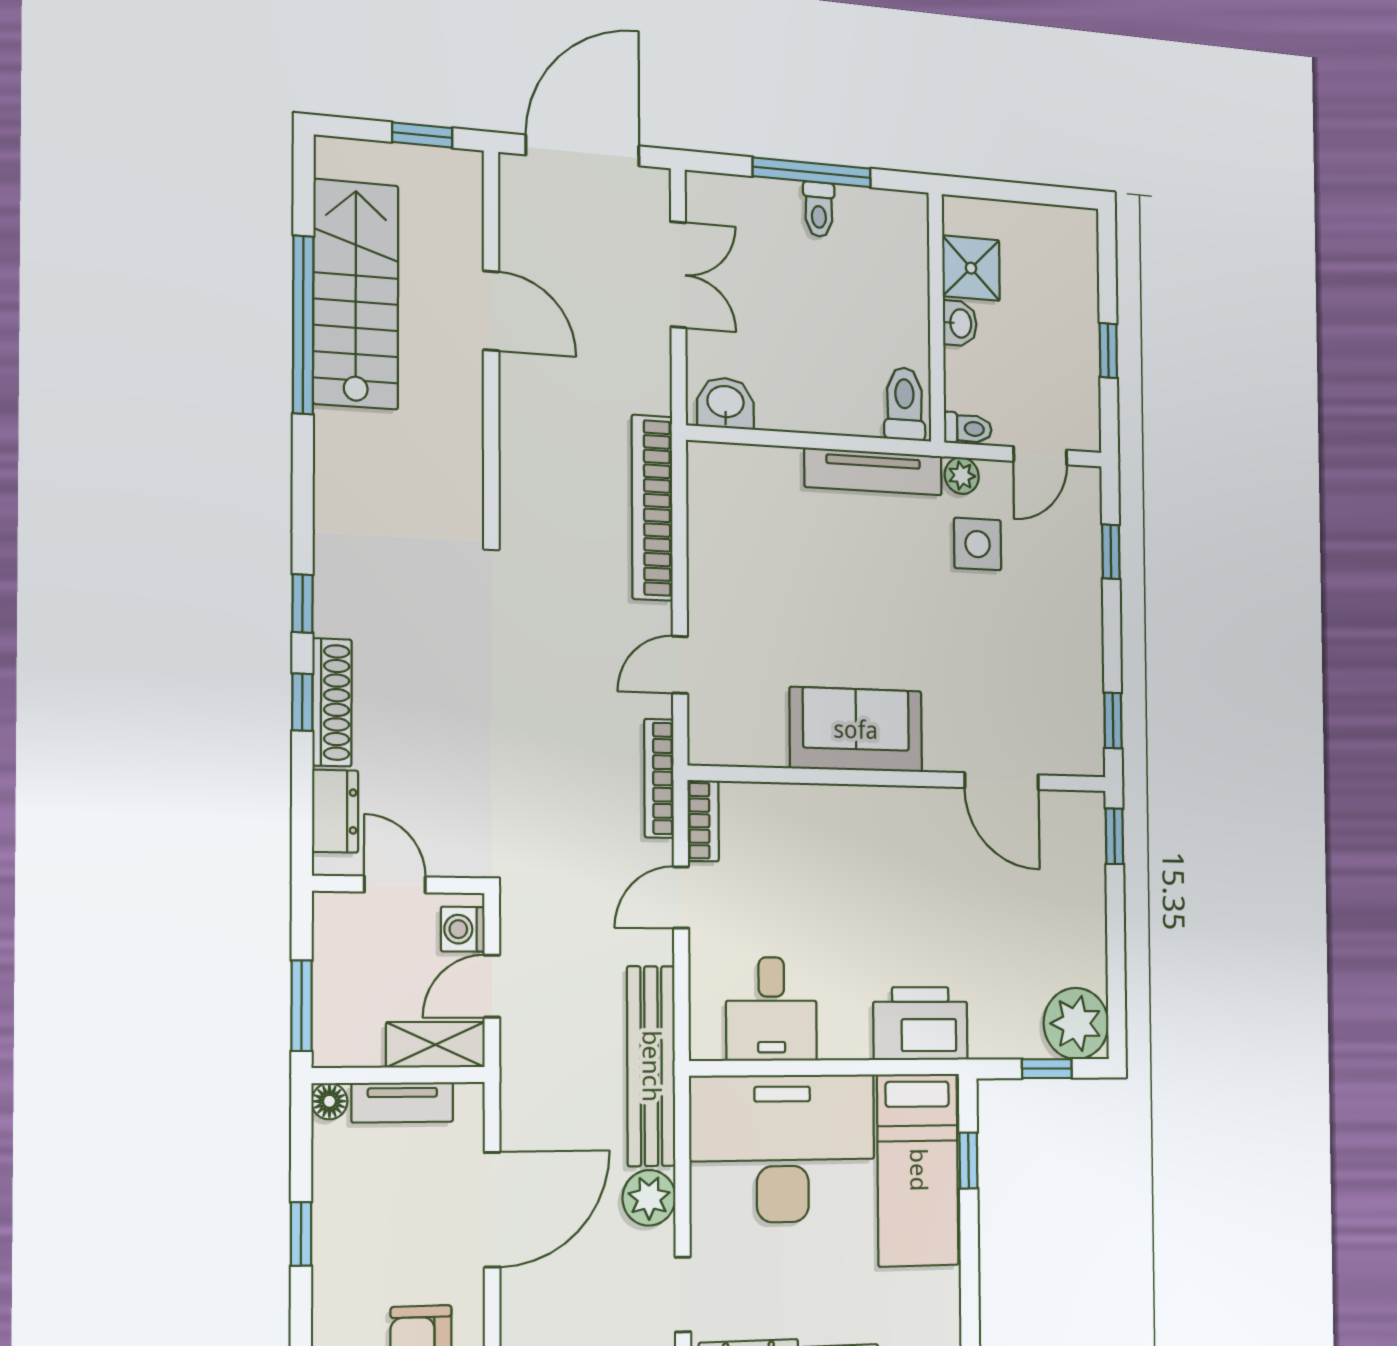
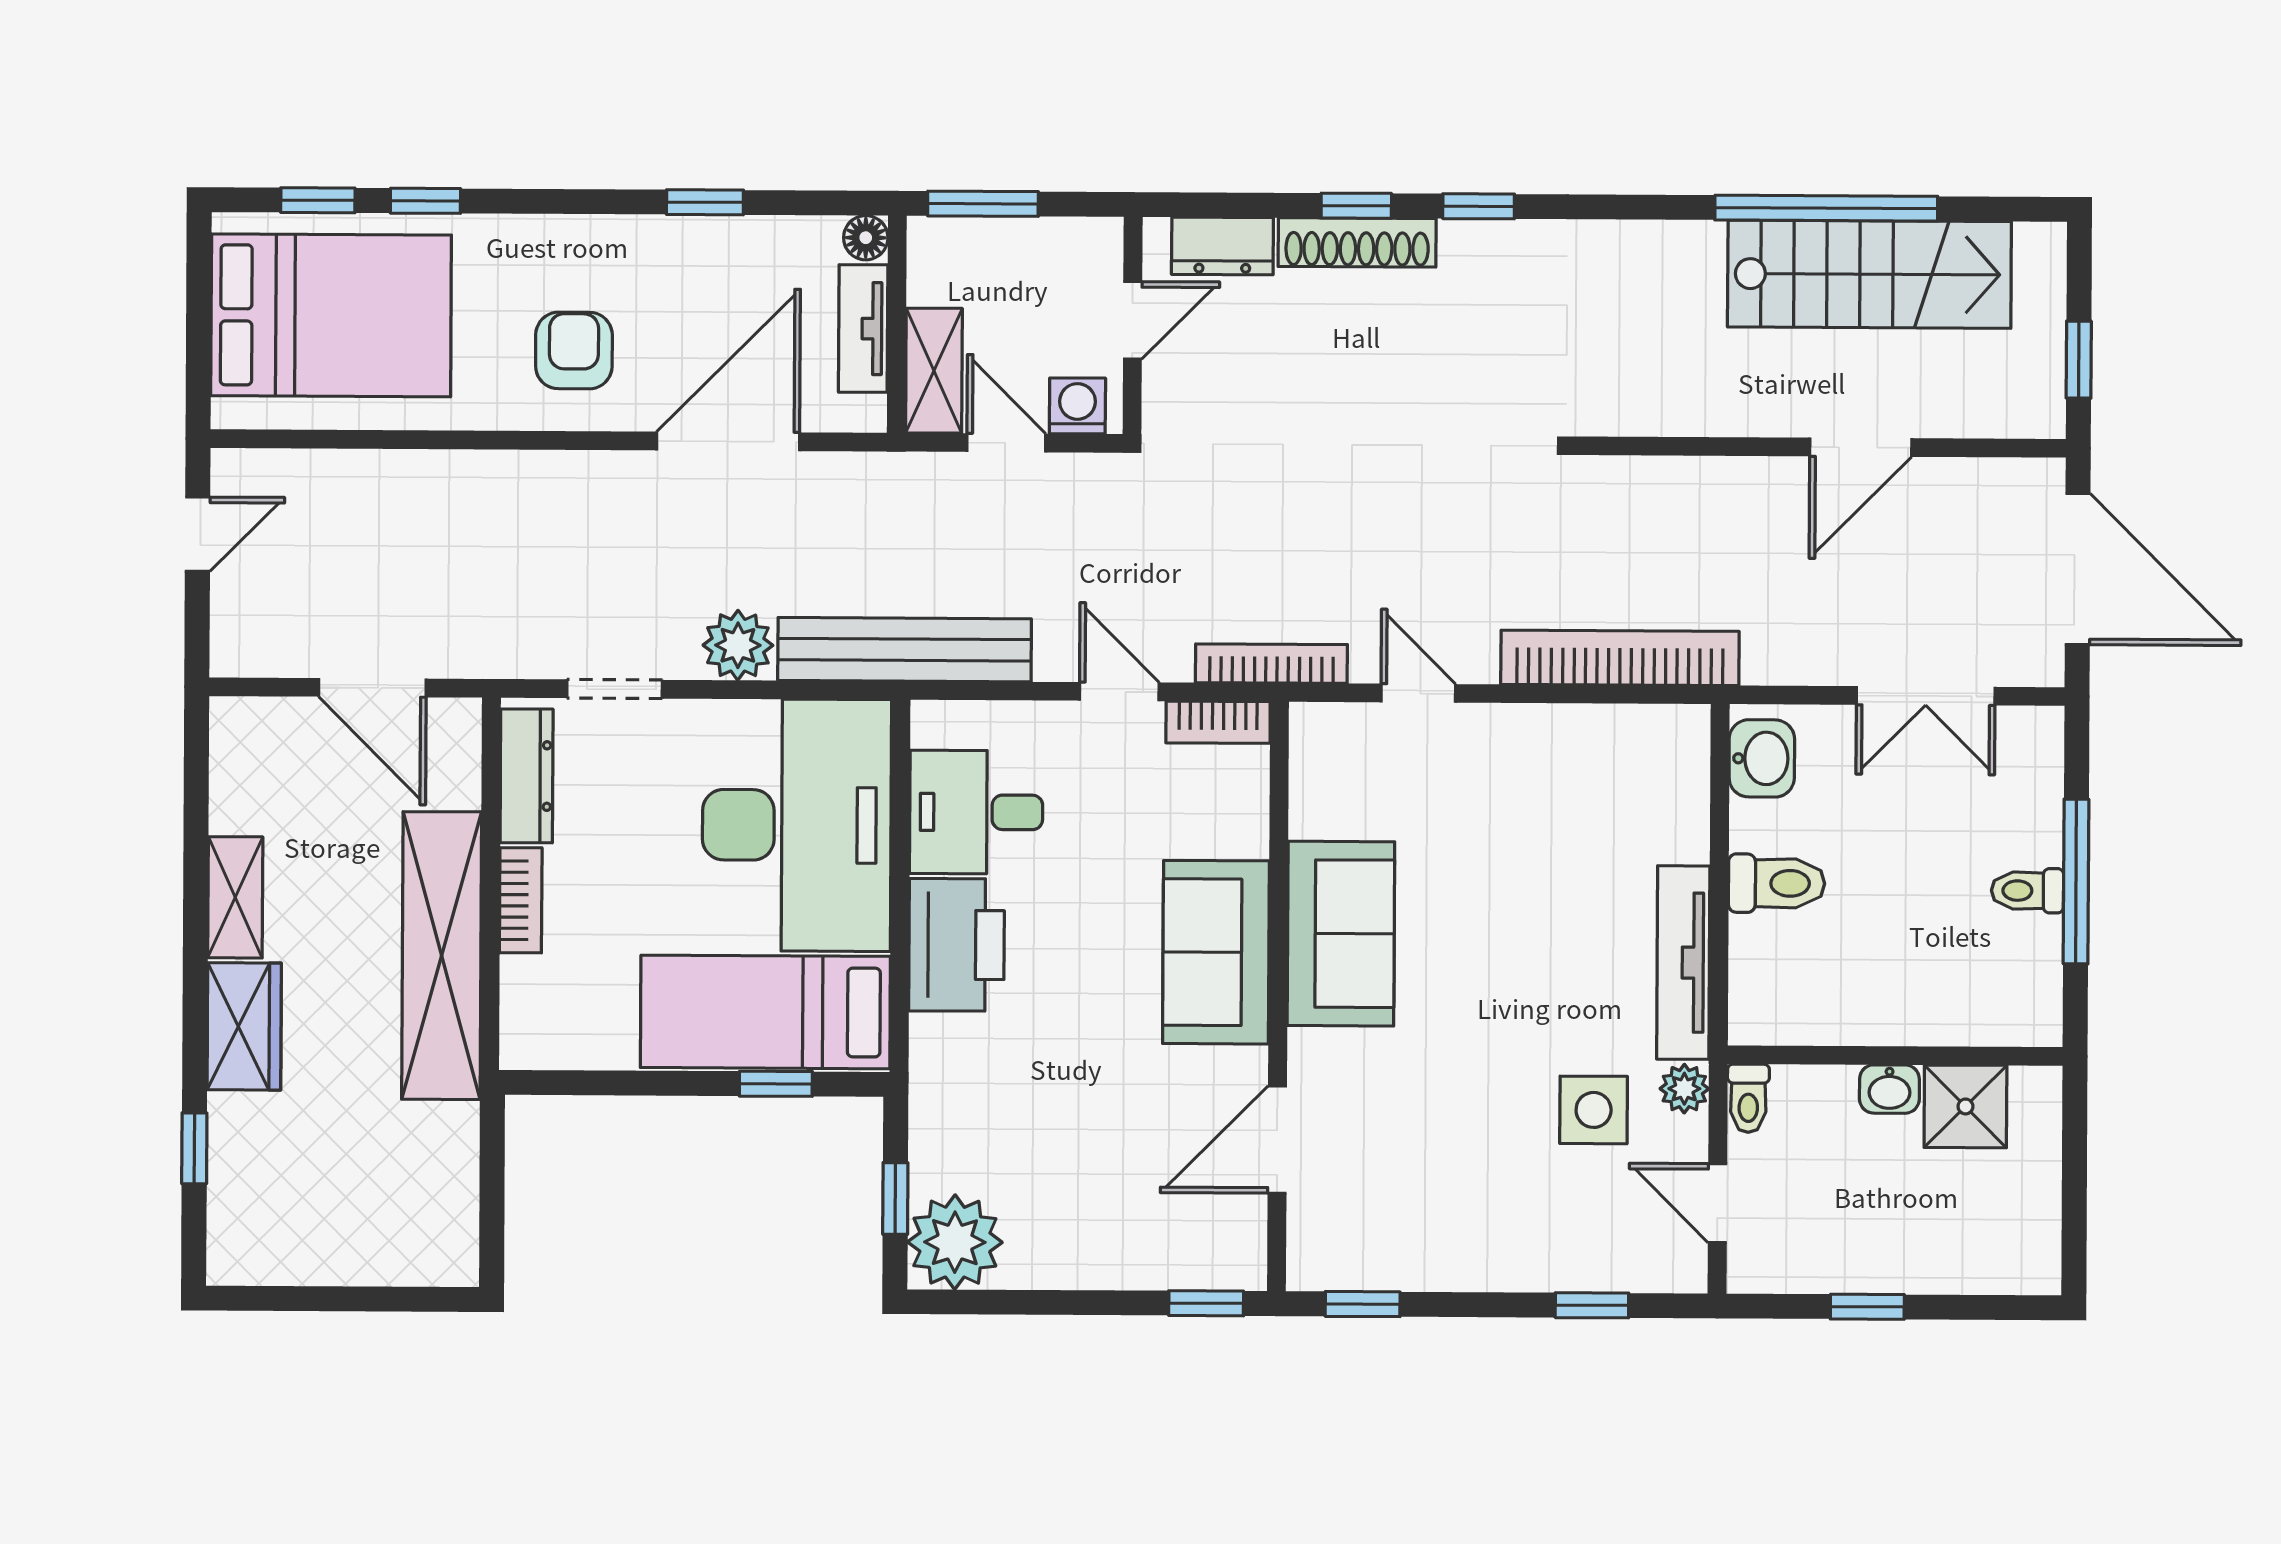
toilet: (905, 404) -> (1777, 883), moved
sofa: (871, 825) -> (1216, 952), added
printer: (920, 1024) -> (957, 945), moved
door: (492, 1210) -> (728, 441), swing flipped

